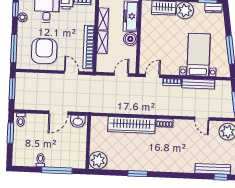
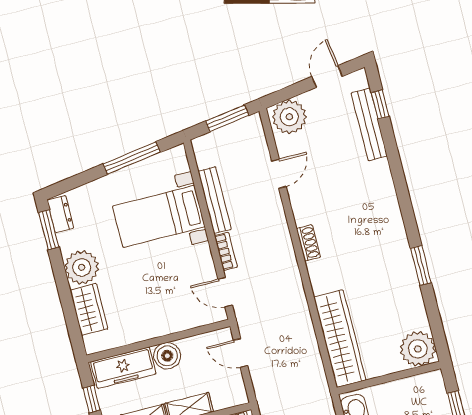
wardrobe: (131, 125) -> (340, 339), moved

